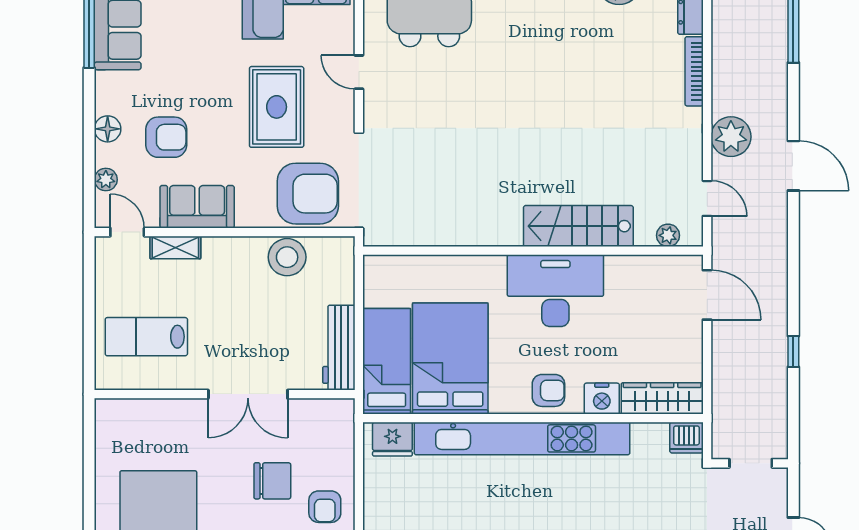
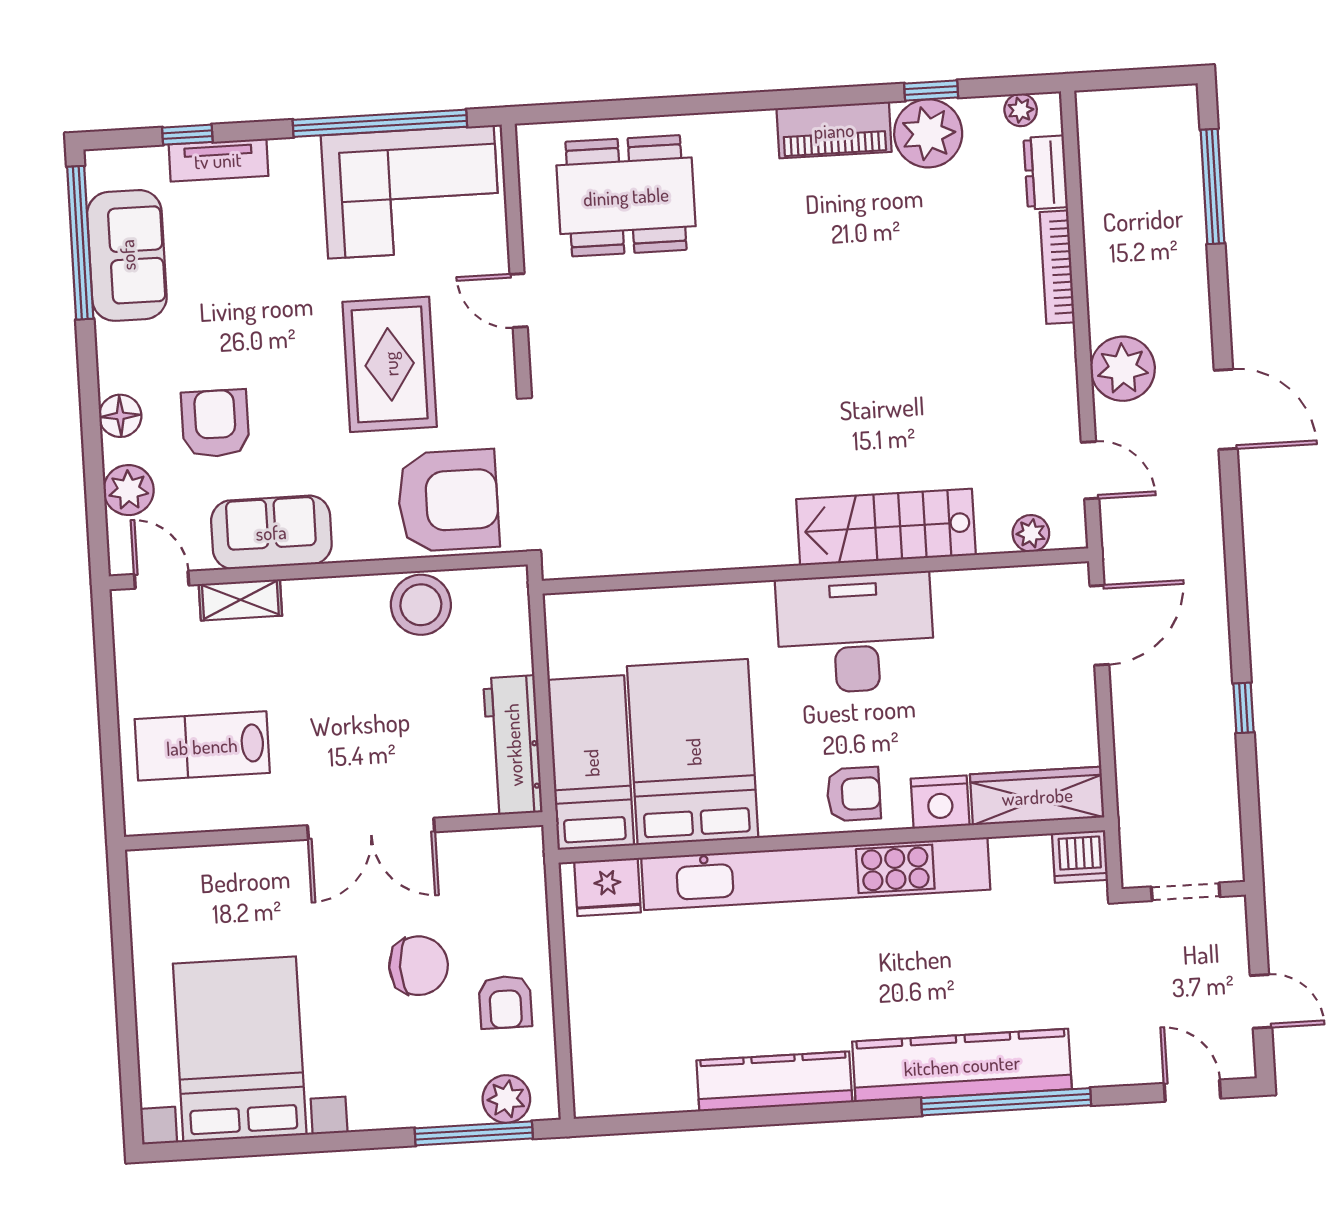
armchair: (166, 137) -> (215, 423), turned -90
plant: (106, 180) -> (129, 490), width x1.38, depth x1.38
door: (707, 295) -> (1099, 625), hinge flipped

